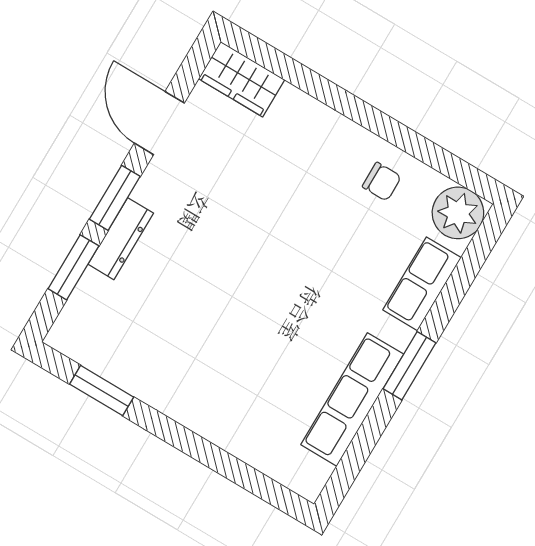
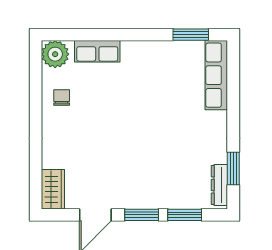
dresser: (121, 239) -> (219, 185), moved, turned -90
window: (410, 366) -> (191, 35), moved
row of seats: (352, 399) -> (216, 75), moved, turned 90

